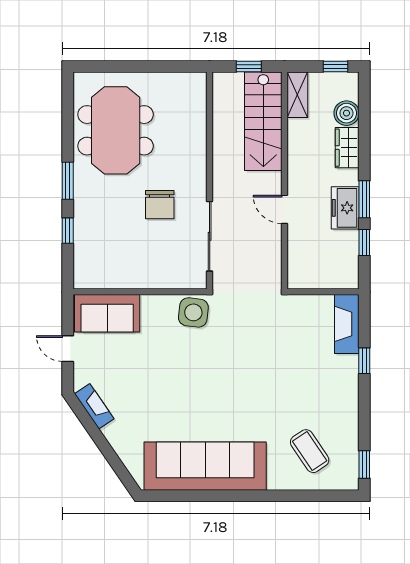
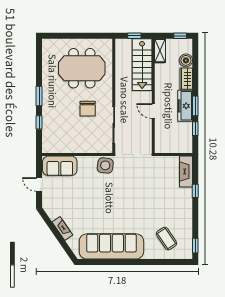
meeting table: (116, 130) -> (82, 68), moved, turned 90
freezer: (345, 208) -> (185, 106), width x1.40
fireplace: (94, 406) -> (62, 228), moved

